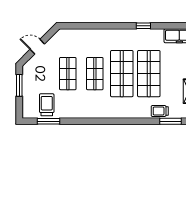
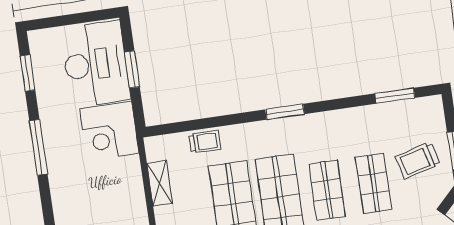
trolley: (47, 105) -> (418, 160), moved, turned 76
window: (170, 121) -> (285, 112), moved

